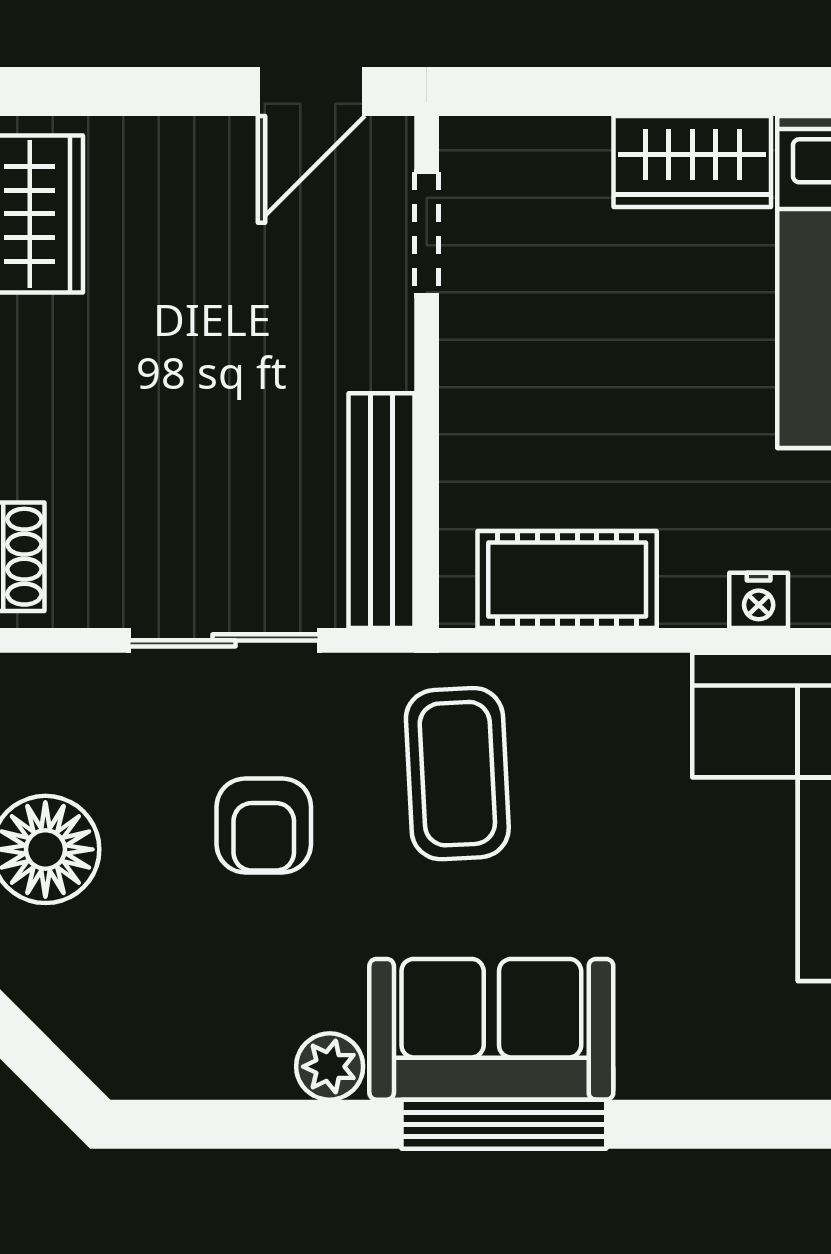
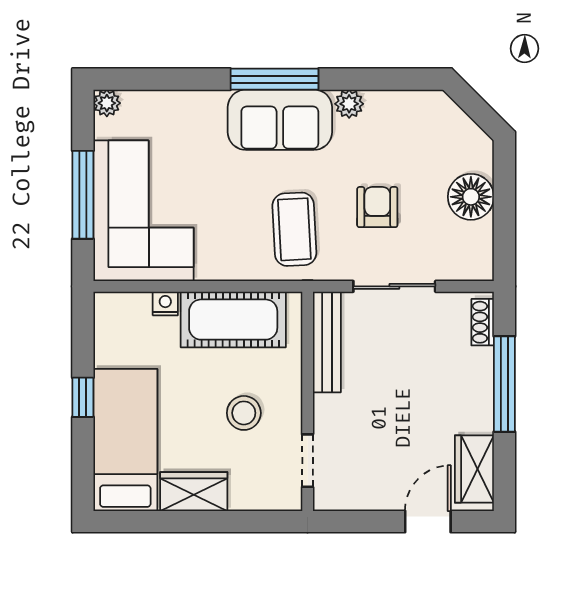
door: (311, 92) -> (428, 522), moved
stool: (575, 345) -> (244, 413), added
cot: (567, 579) -> (233, 320), width x1.37, depth x1.34

